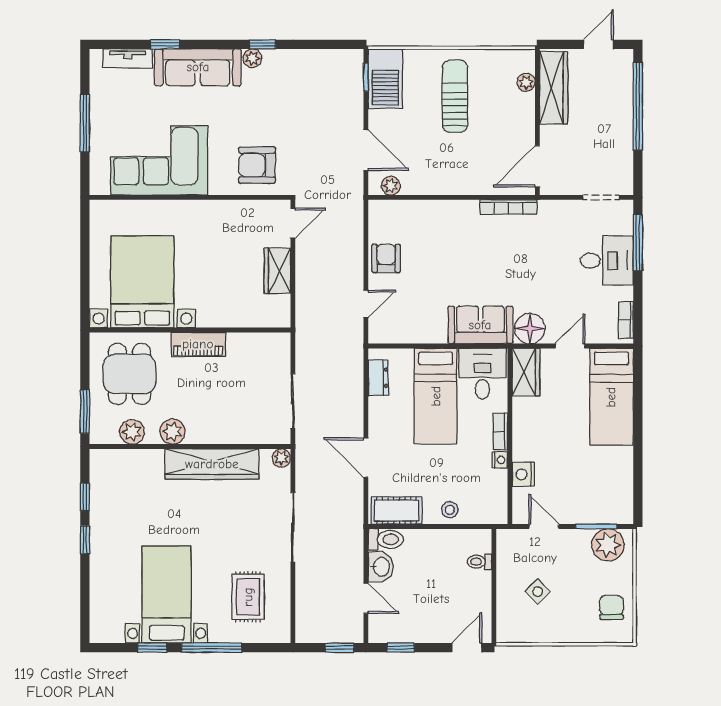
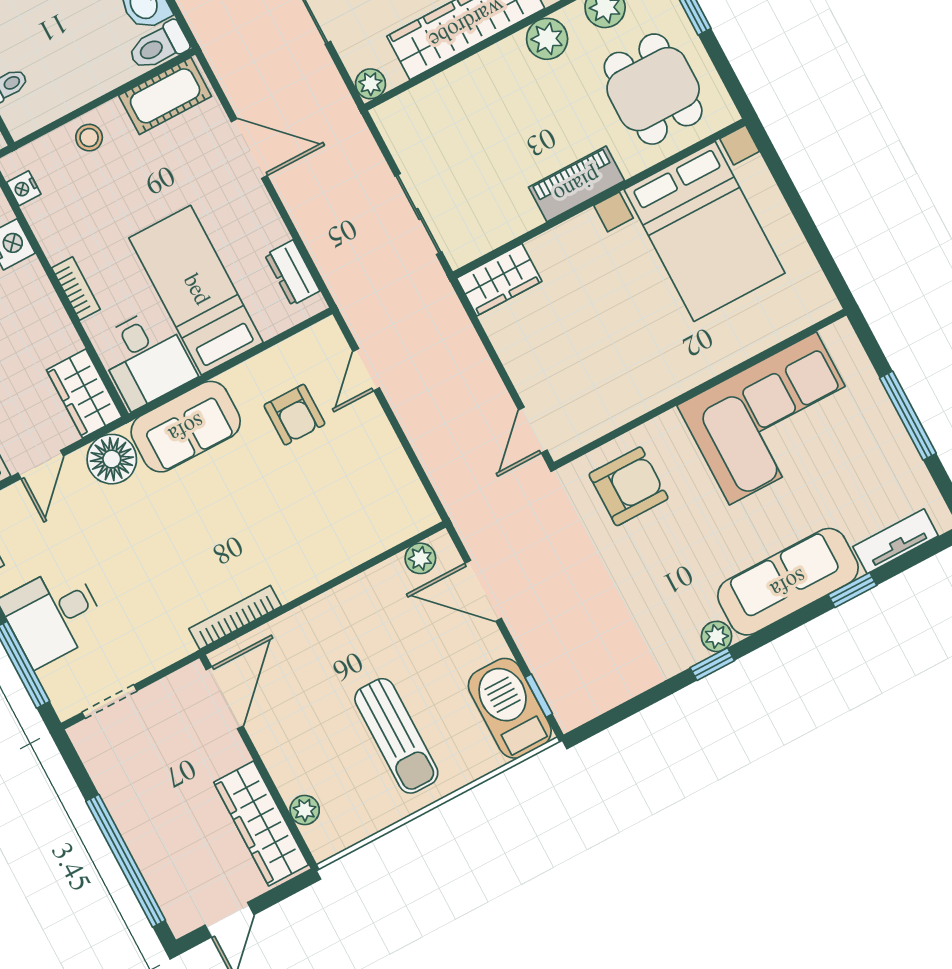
armchair: (386, 258) -> (294, 415), moved
wardrobe: (277, 271) -> (499, 280), moved, turned 90
sliding door: (293, 401) -> (418, 214), moved
nightstand: (500, 460) -> (24, 188), moved

